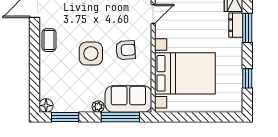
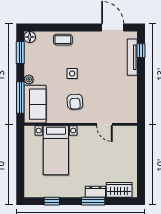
coffee table: (49, 40) -> (63, 40), moved
side table: (91, 54) -> (72, 74), width x0.54, depth x0.54
bed with nightstands: (185, 73) -> (56, 150), width x0.73

